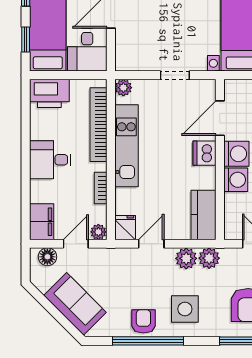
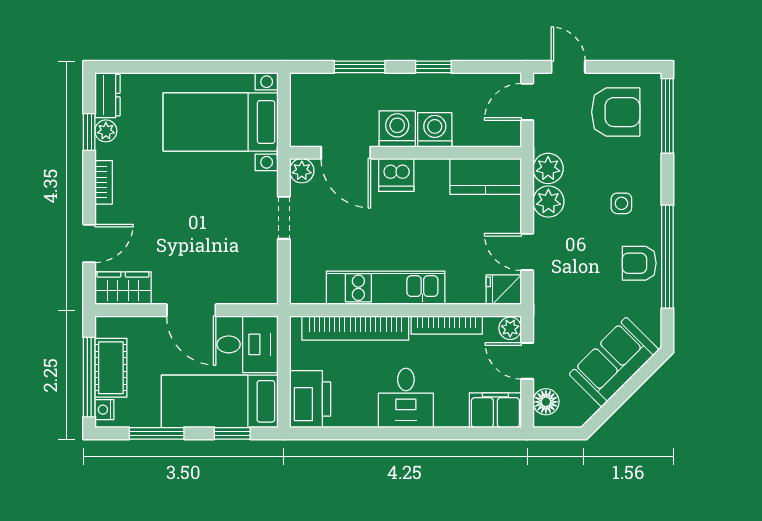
plant: (123, 88) -> (302, 171), moved
bookcase: (101, 188) -> (447, 325), width x1.56
side table: (185, 309) -> (621, 203), width x0.54, depth x0.54

